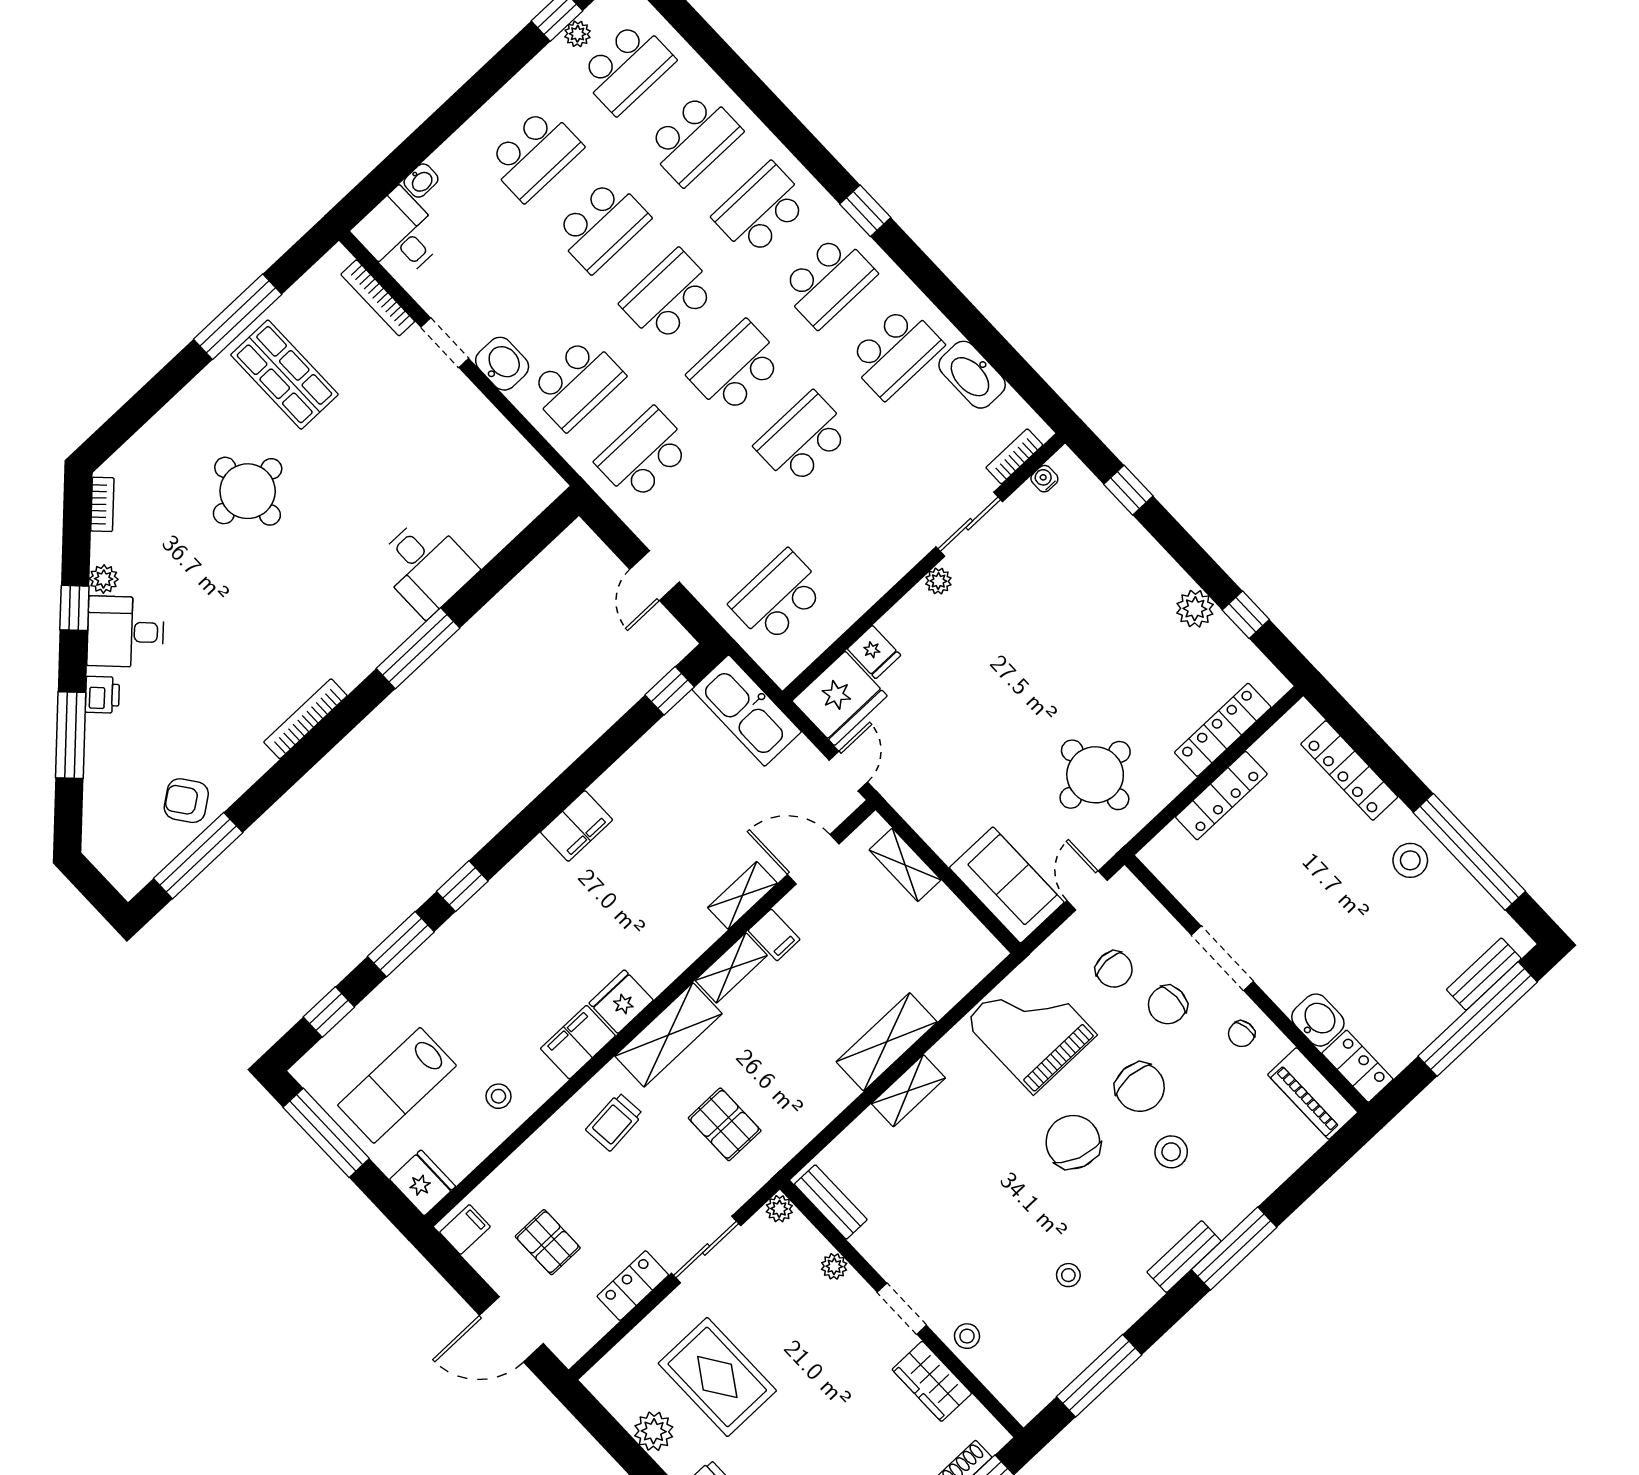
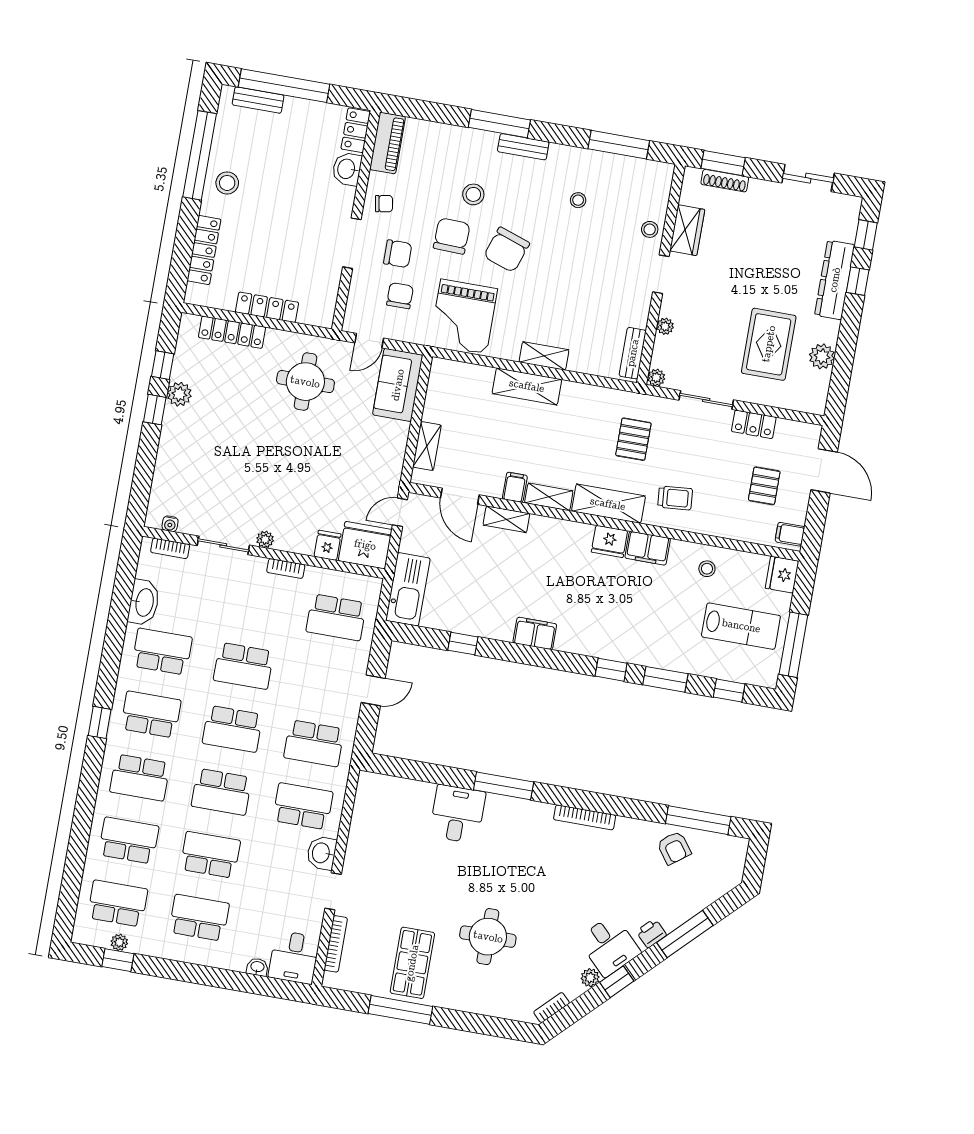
window: (1128, 490) -> (155, 410), moved
bookcase: (884, 580) -> (286, 569), added
window: (670, 691) -> (463, 644), moved

